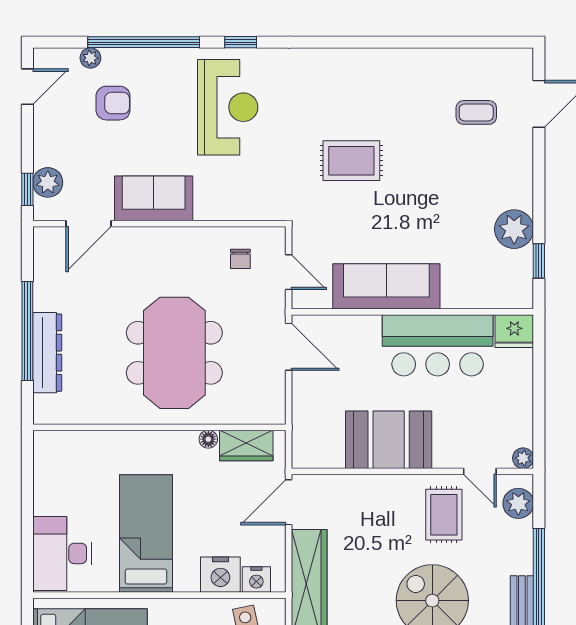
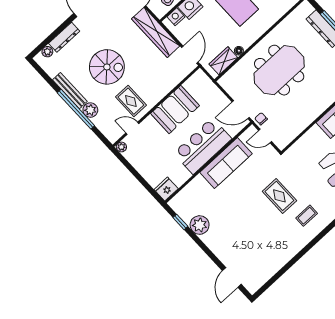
coffee table: (476, 112) -> (307, 216), moved
rug: (351, 161) -> (279, 196), turned 90
chair: (240, 259) -> (261, 119), moved
bar counter: (438, 345) -> (203, 146), moved
meeting table: (174, 353) -> (279, 70), turned 90
plant: (518, 503) -> (90, 110), moved

